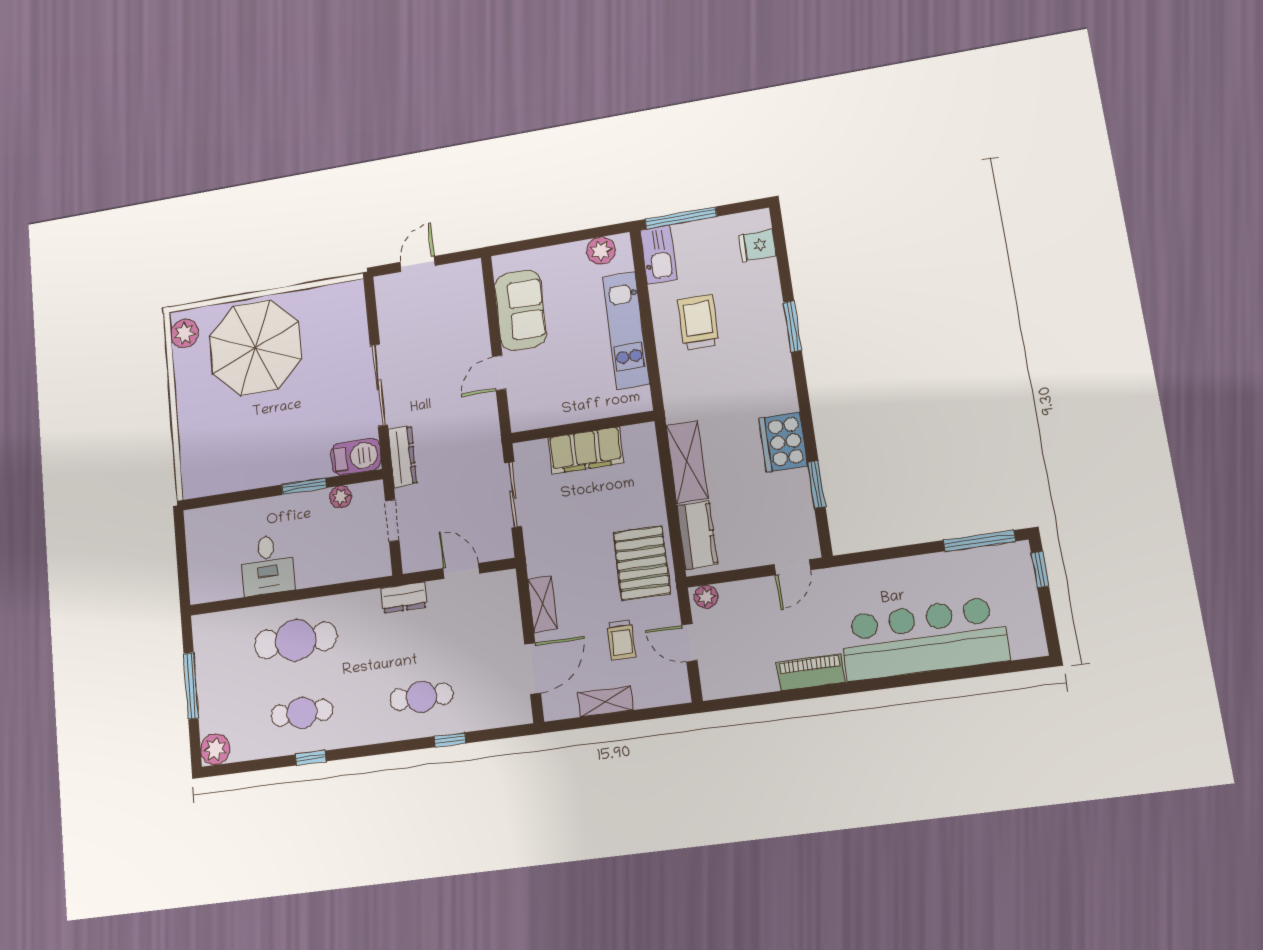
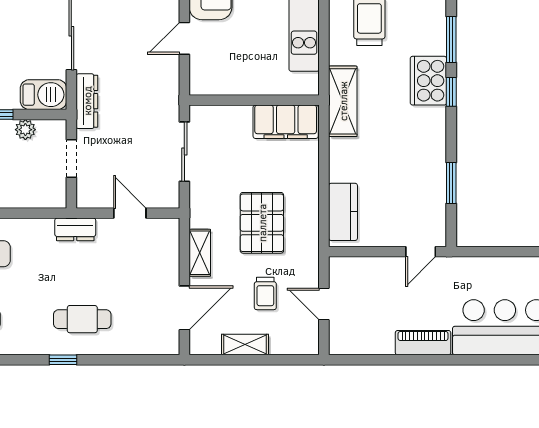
window: (801, 383) -> (451, 92), added
cooker: (783, 442) -> (428, 81), moved
filing cabinet: (586, 450) -> (286, 122), moved
shelving: (687, 462) -> (343, 101), moved
pallet: (642, 563) -> (262, 223), moved
plant: (706, 597) -> (343, 267), removed
window: (450, 740) -> (63, 360), moved

